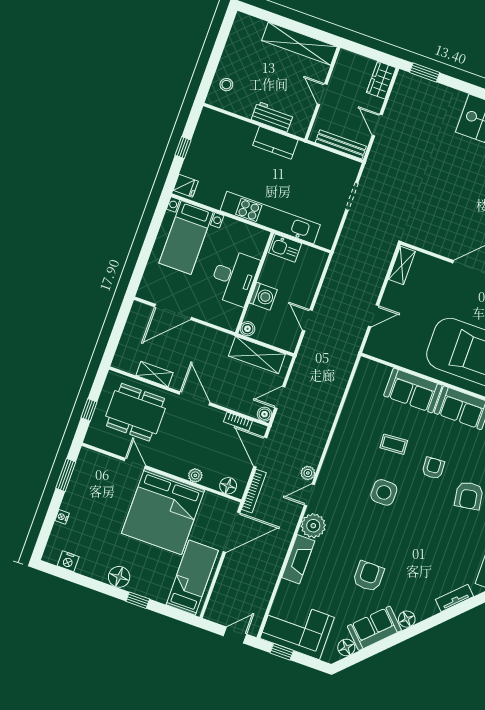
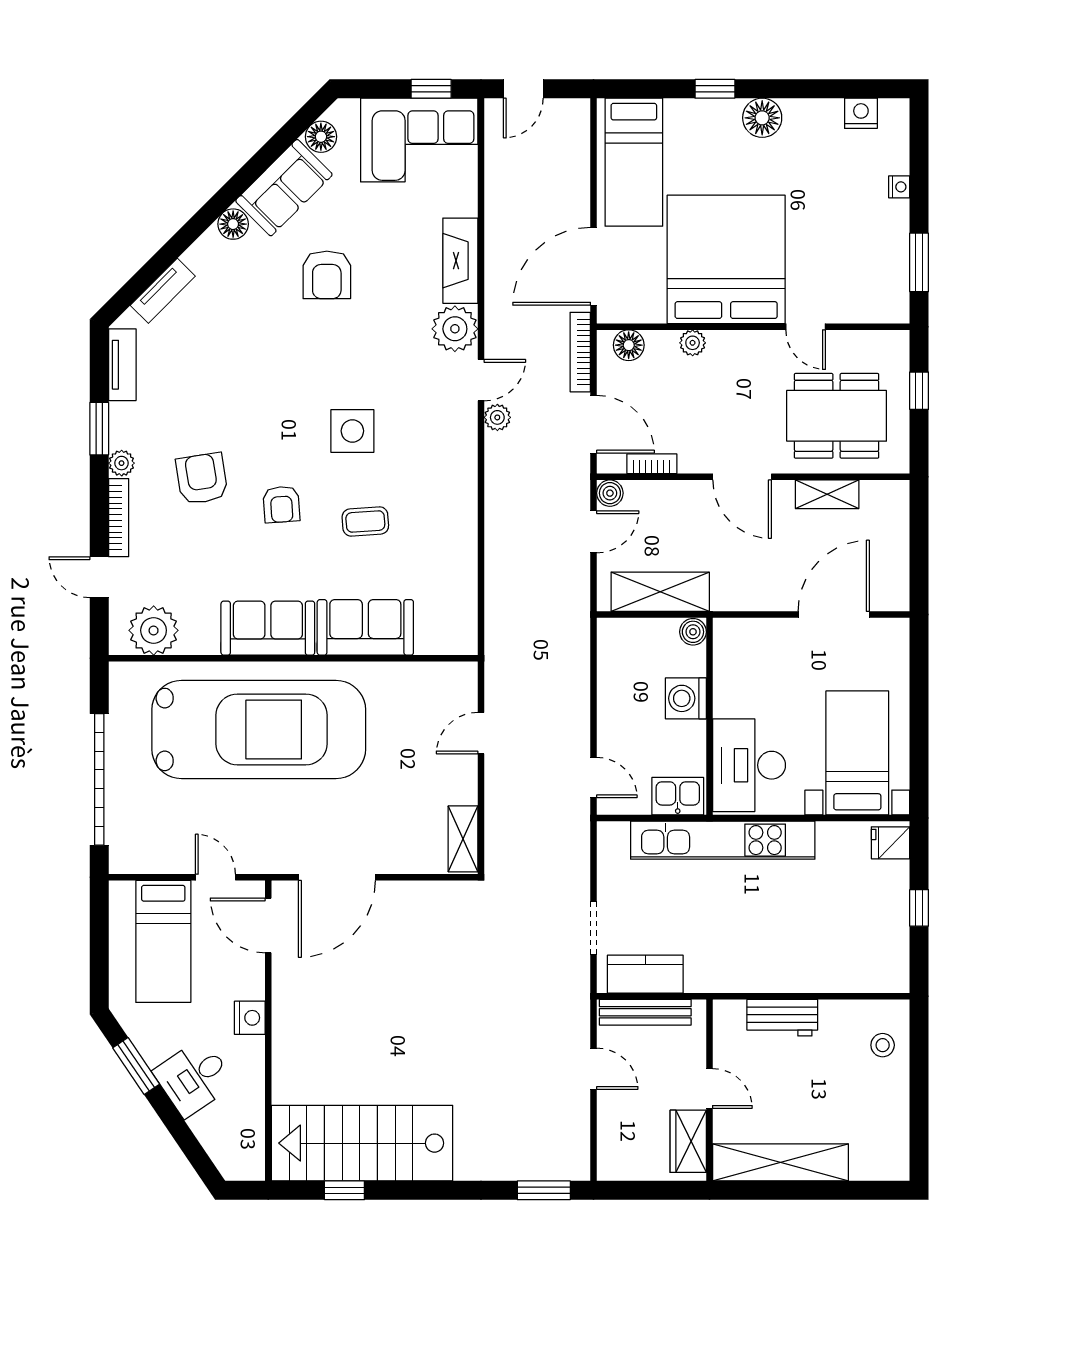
wardrobe: (381, 80) -> (688, 1141), moved, turned 180
kitchen counter: (275, 143) -> (645, 974), moved
desk: (234, 277) -> (749, 765), moved
door: (307, 320) -> (594, 778), moved

